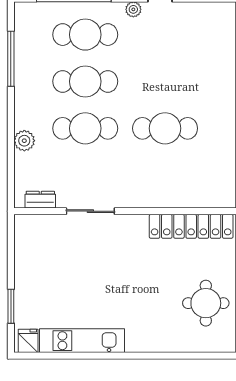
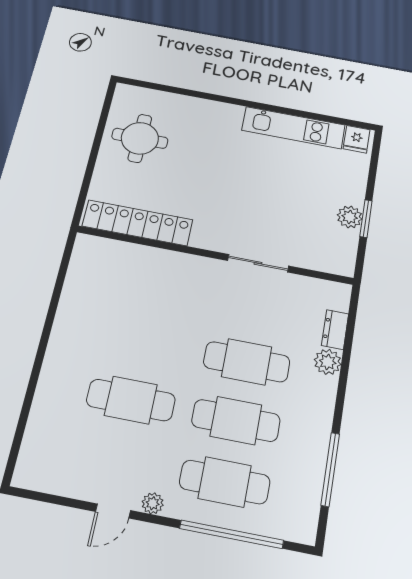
cafe table: (165, 128) -> (131, 400), moved
dresser: (40, 200) -> (335, 330), moved, turned 90
plant: (24, 267) -> (350, 217), added
window: (11, 306) -> (366, 219), moved

